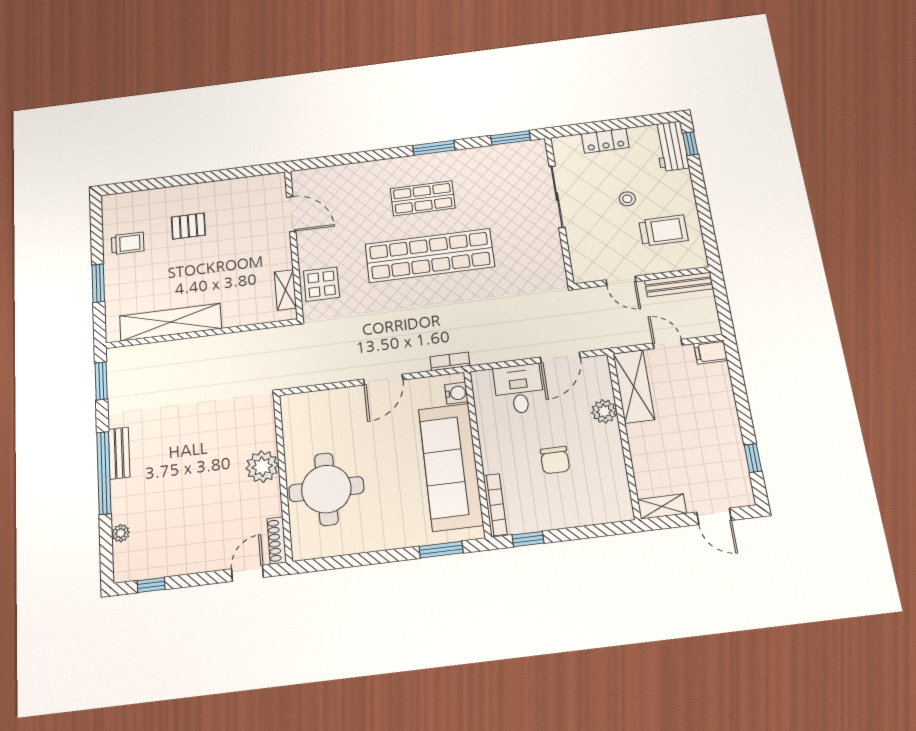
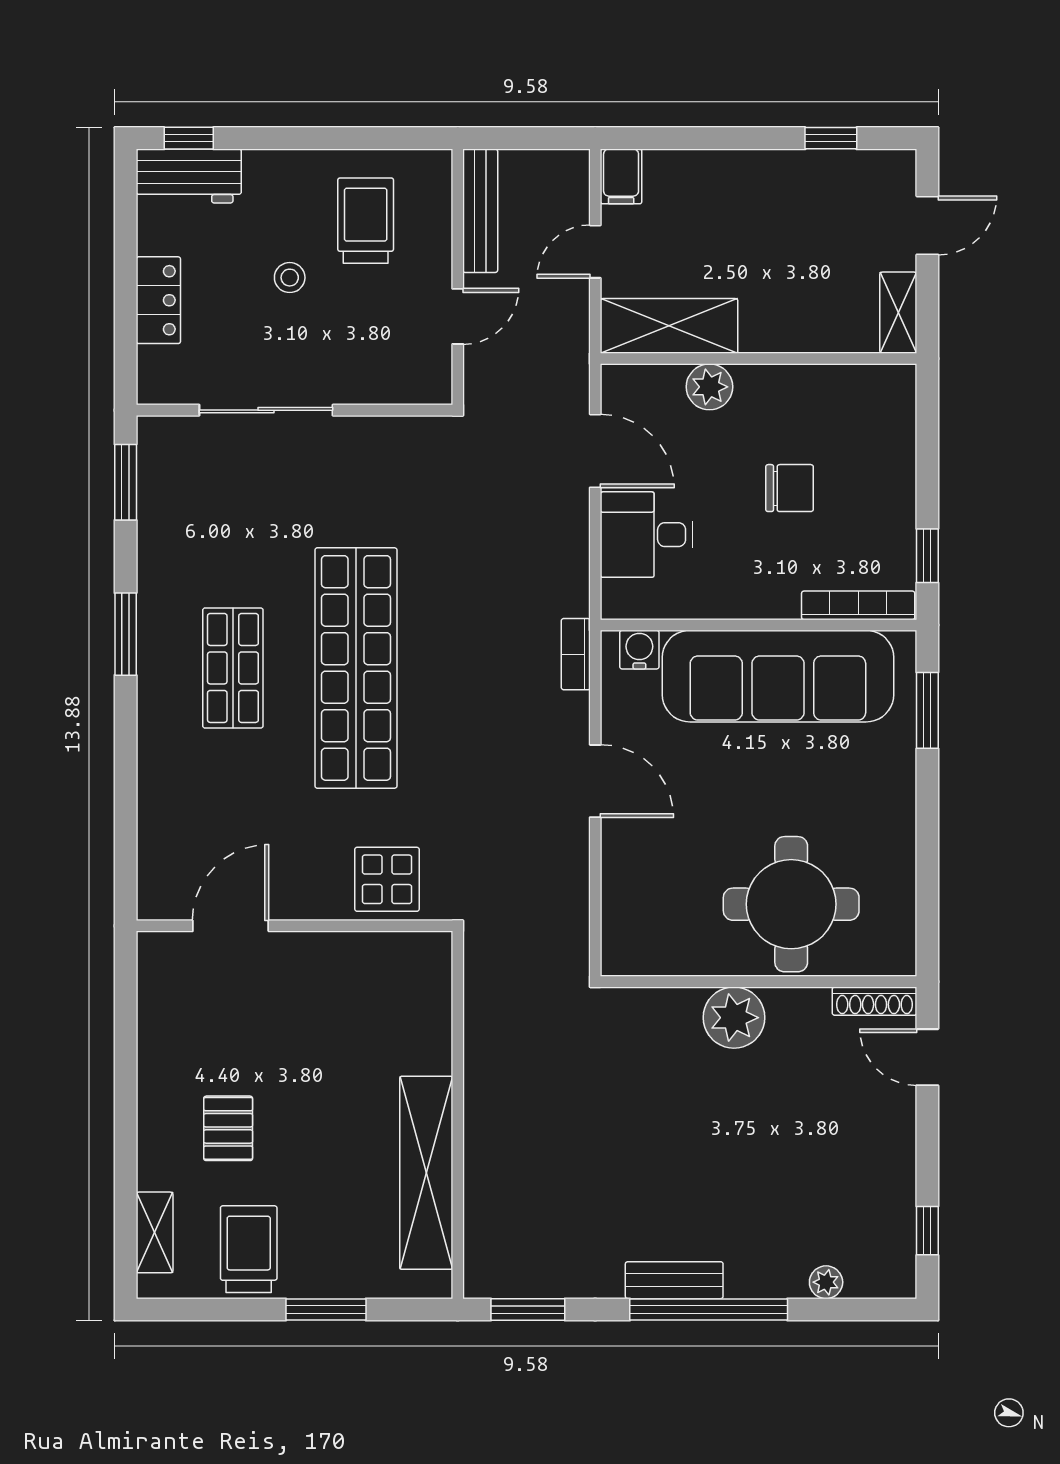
trolley: (128, 243) -> (249, 1249), width x1.36, depth x1.39
shelving: (285, 290) -> (155, 1232), moved, turned 90

